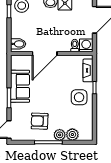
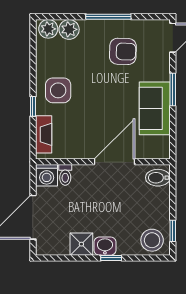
plant: (60, 135) -> (48, 29), moved

